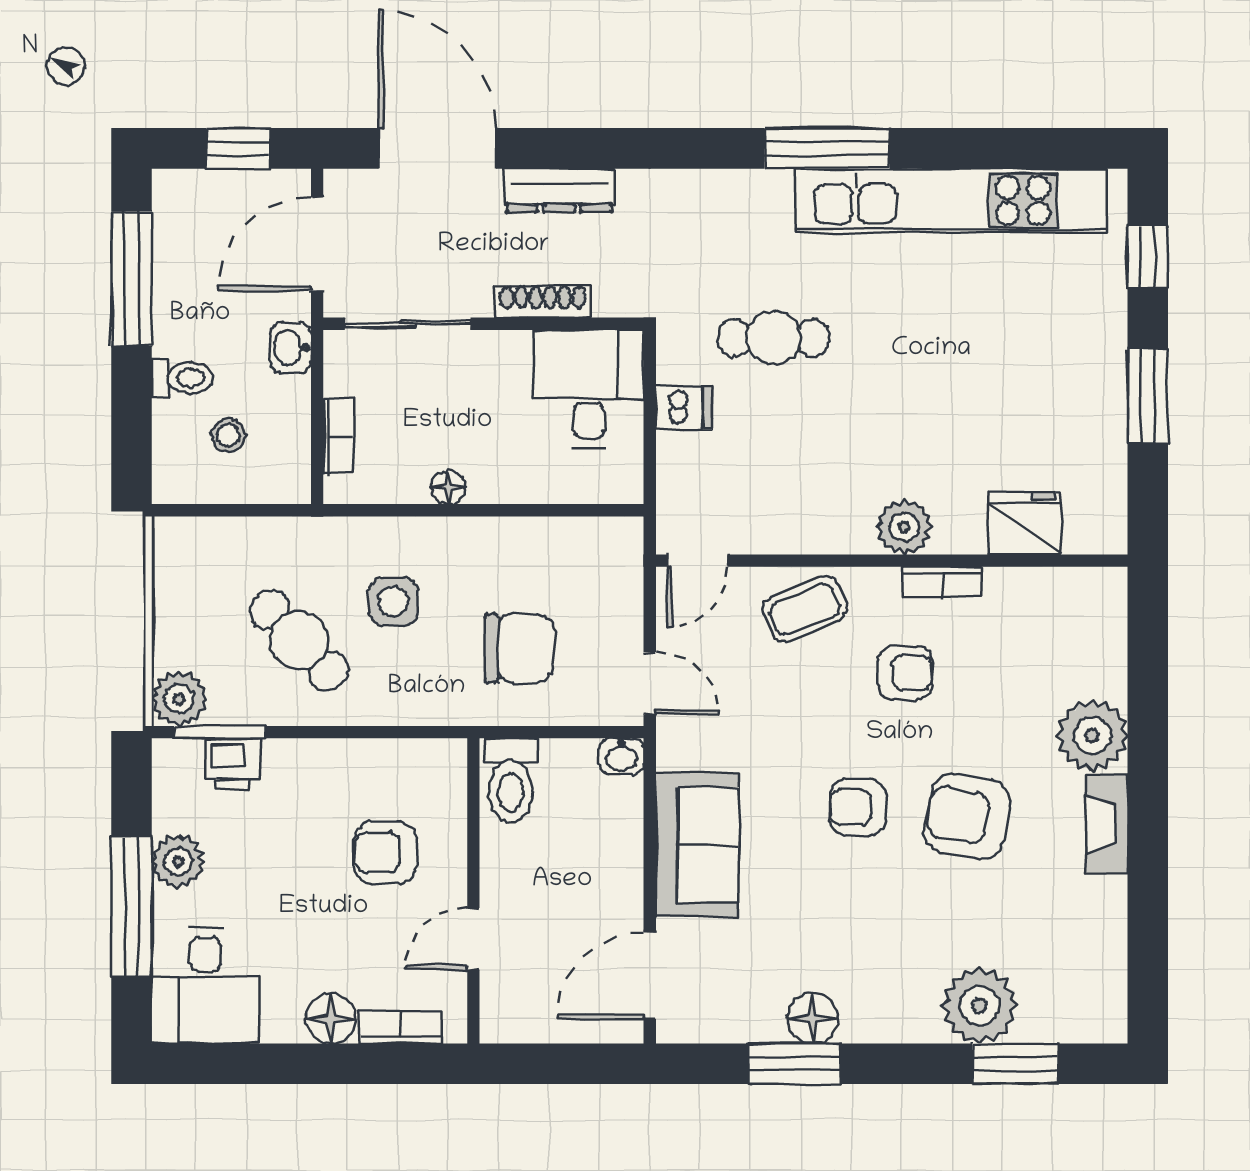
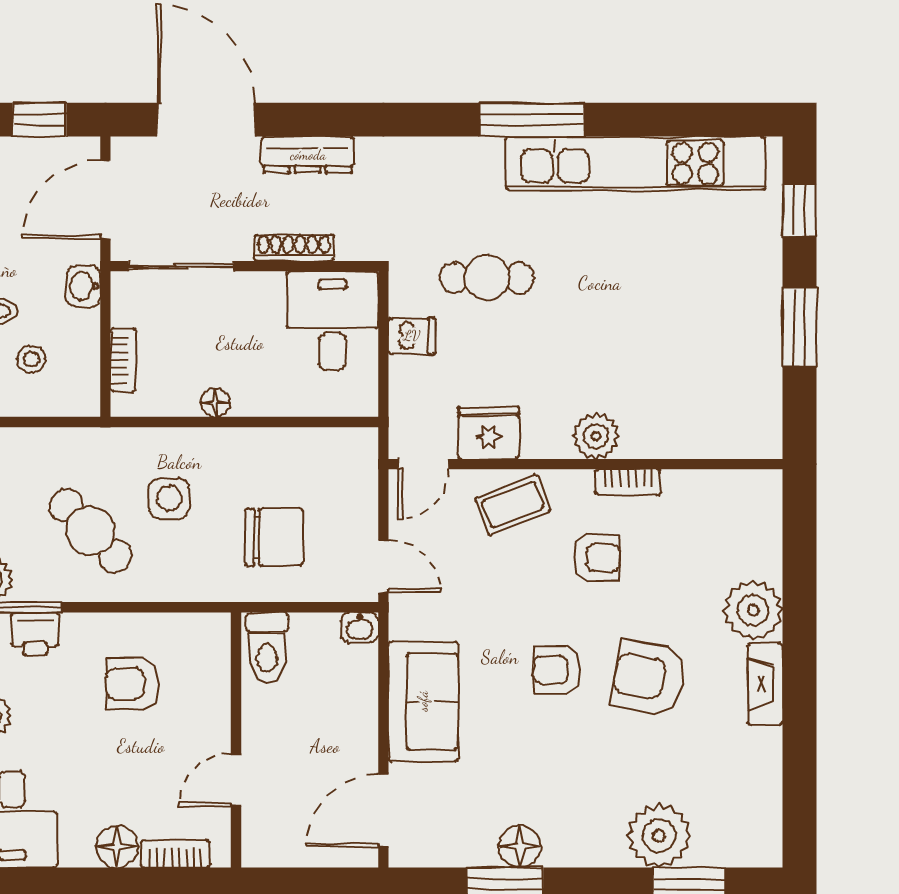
fridge: (1025, 523) -> (489, 433), moved
armchair: (385, 853) -> (133, 684), moved

